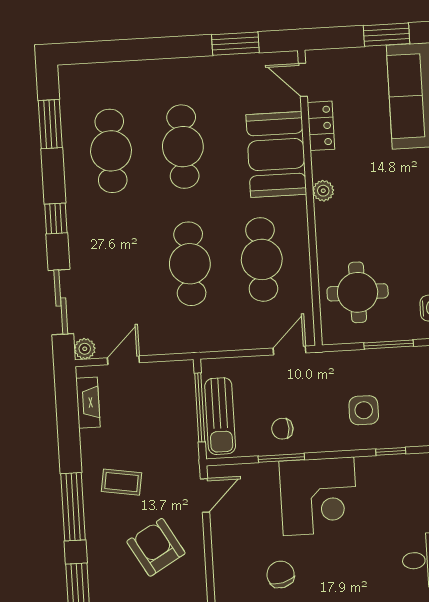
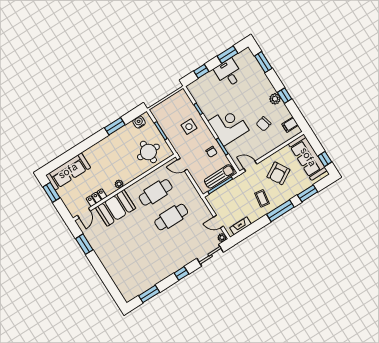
cafe table: (183, 147) -> (131, 243), removed
cafe table: (111, 151) -> (147, 267), removed

